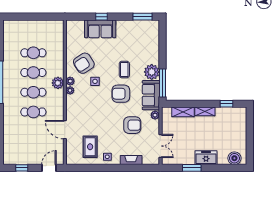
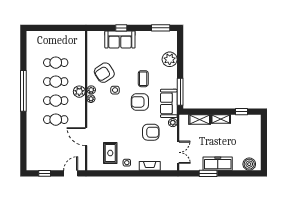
plant: (152, 72) -> (170, 59), moved
freezer: (206, 158) -> (218, 164), width x1.40

